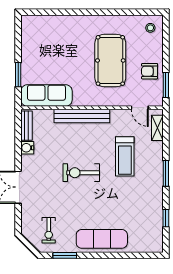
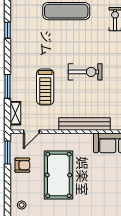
door: (140, 108) -> (31, 132), swing flipped
treadmill: (125, 156) -> (45, 87), turned 180
window: (166, 173) -> (7, 86), moved

